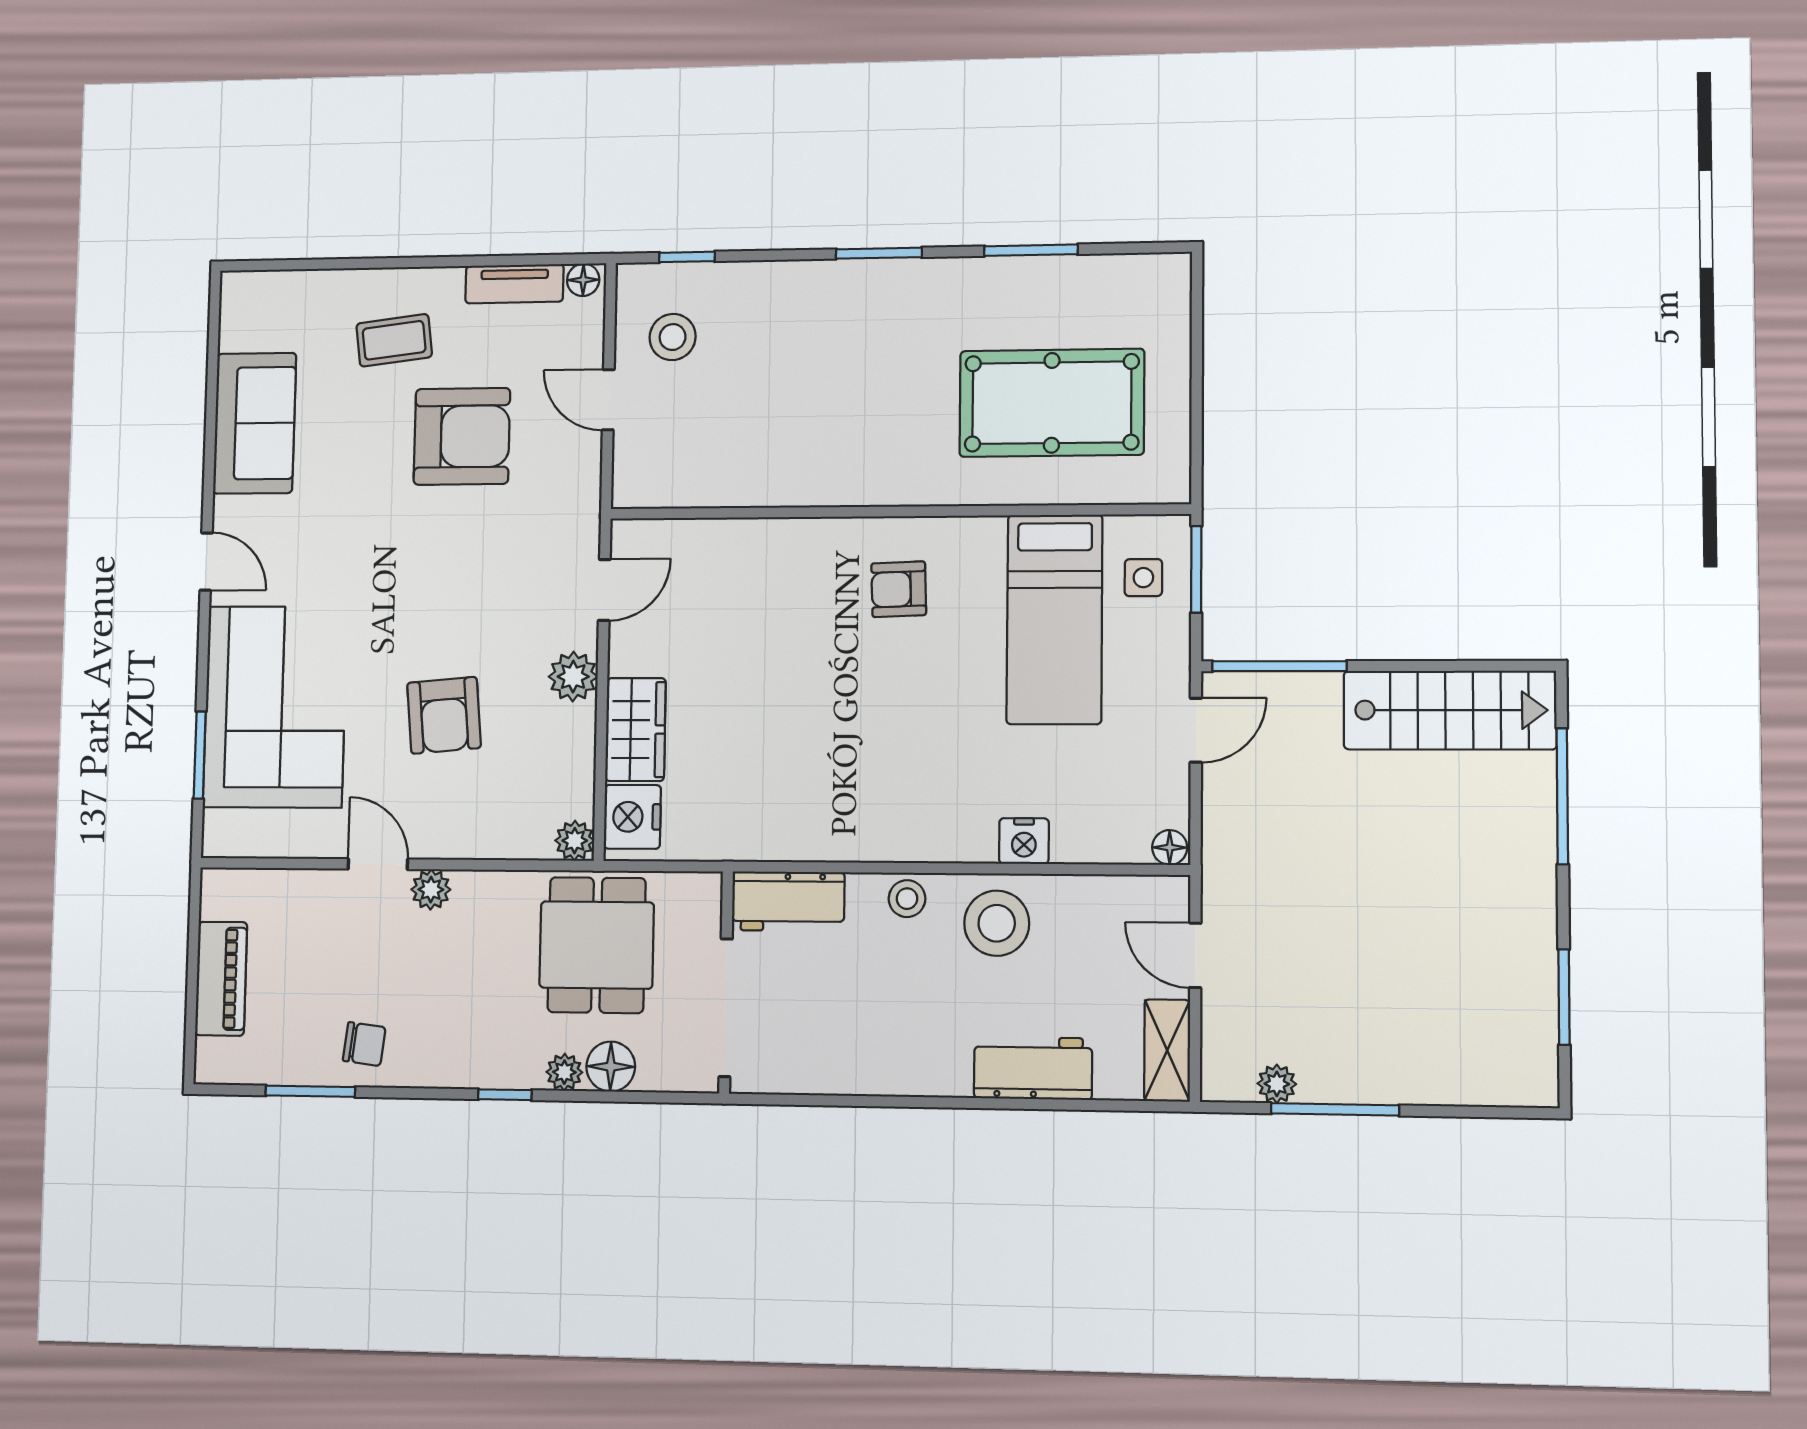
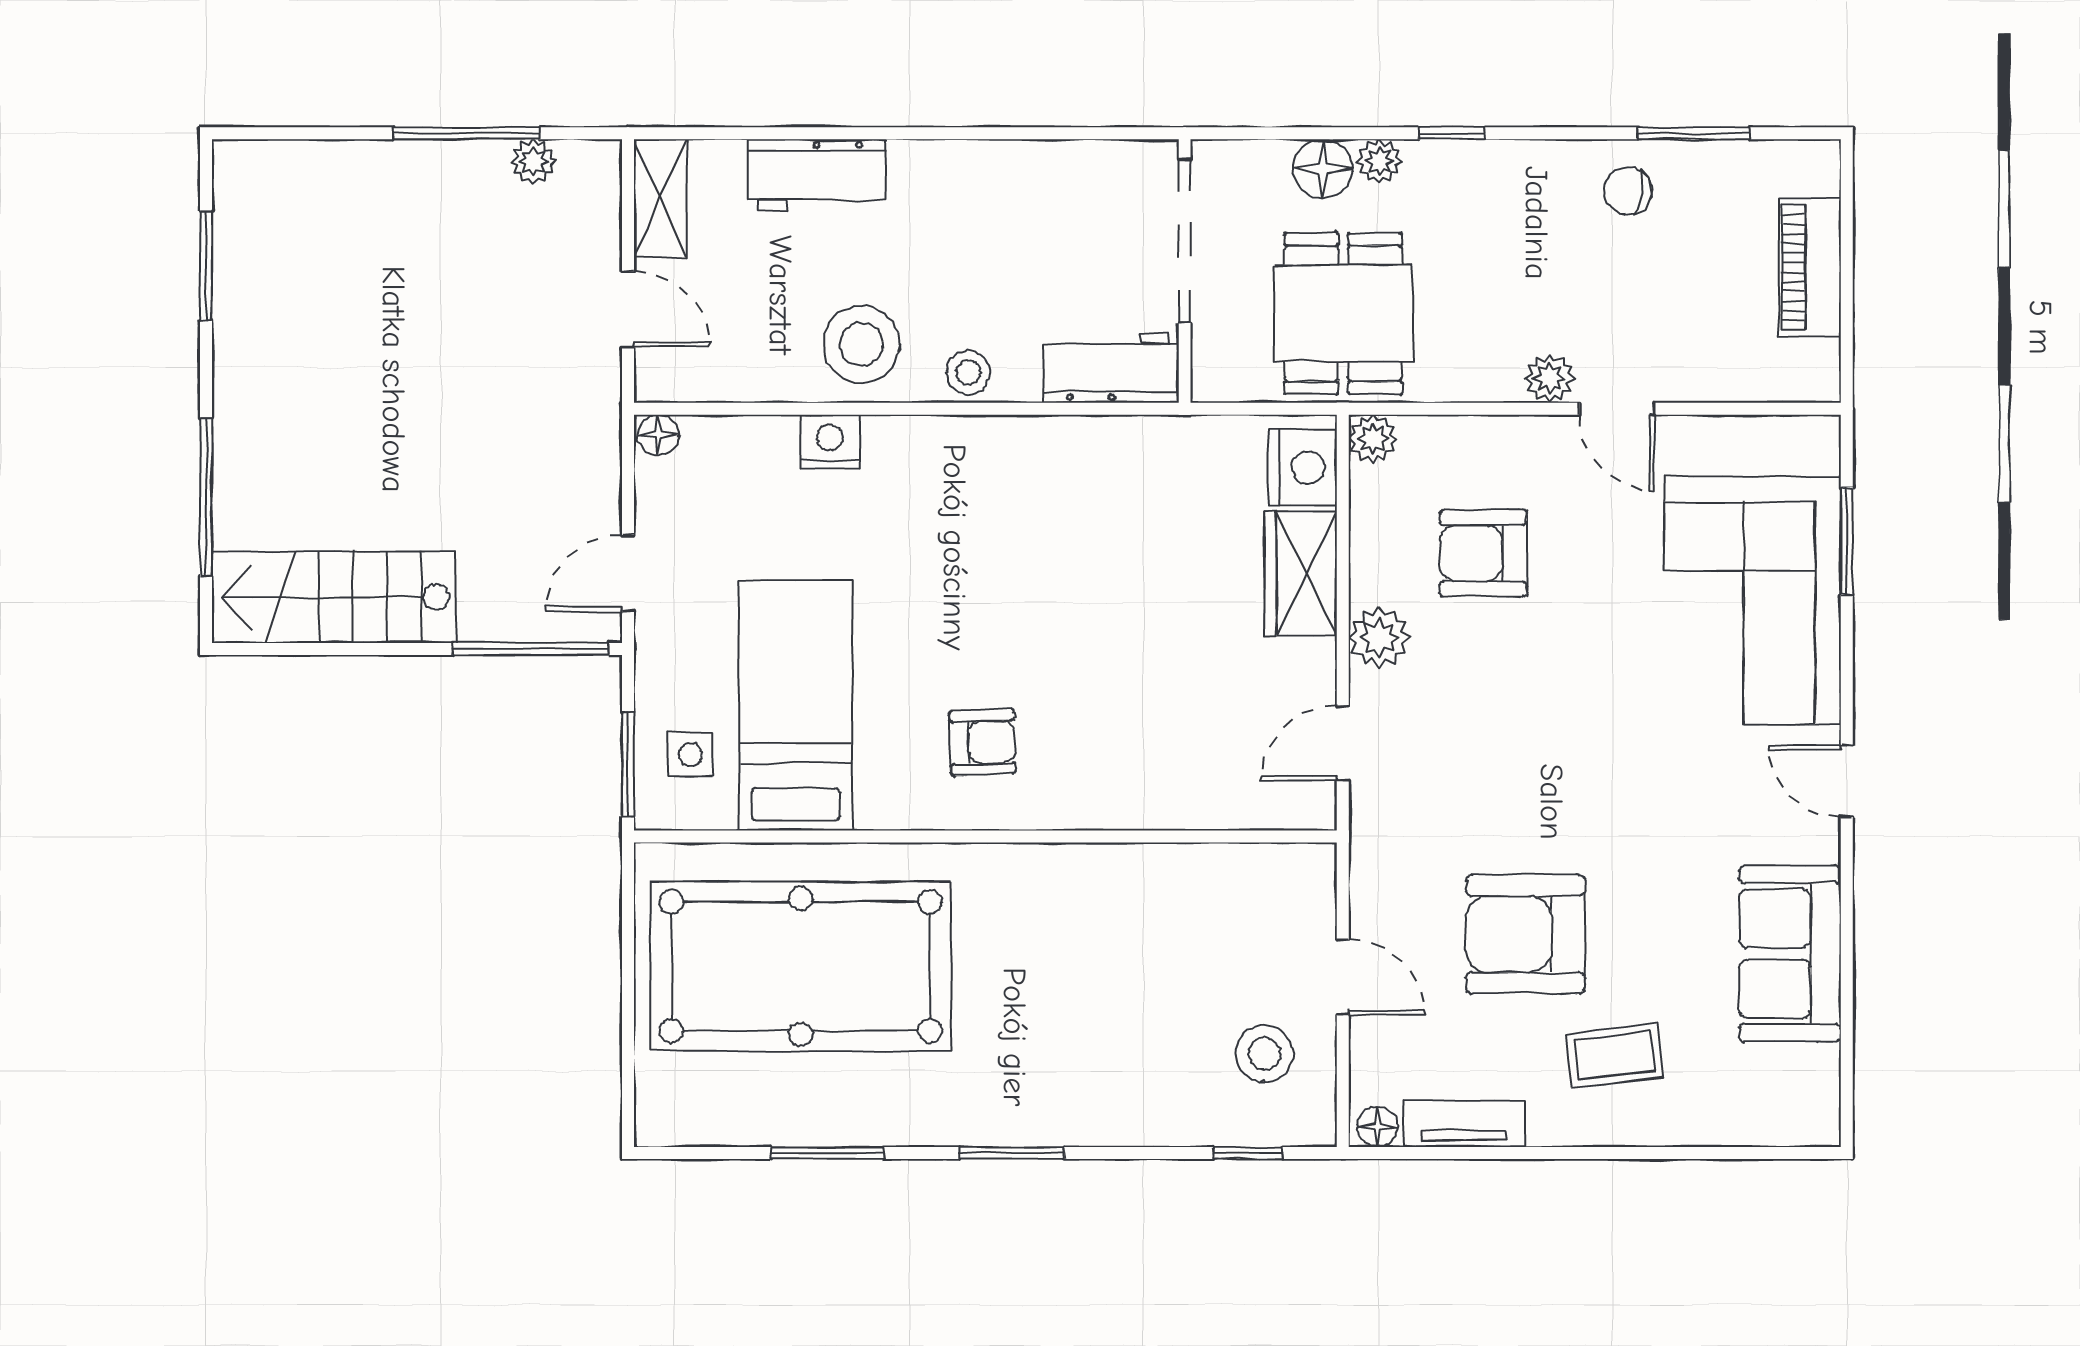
pool table: (1052, 403) -> (801, 966), width x1.36, depth x1.32
armchair: (444, 715) -> (1483, 553), moved, turned -85

